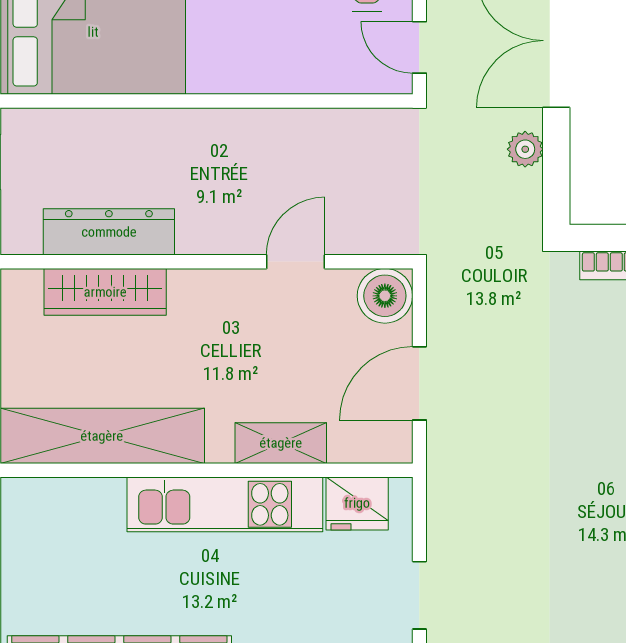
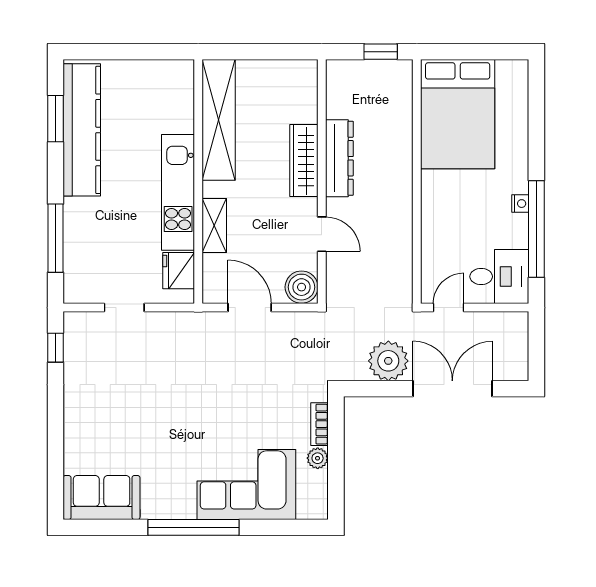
plant: (525, 149) -> (388, 361), width x1.87, depth x1.87
dresser: (109, 232) -> (339, 158), moved
wardrobe: (105, 292) -> (304, 161), moved

